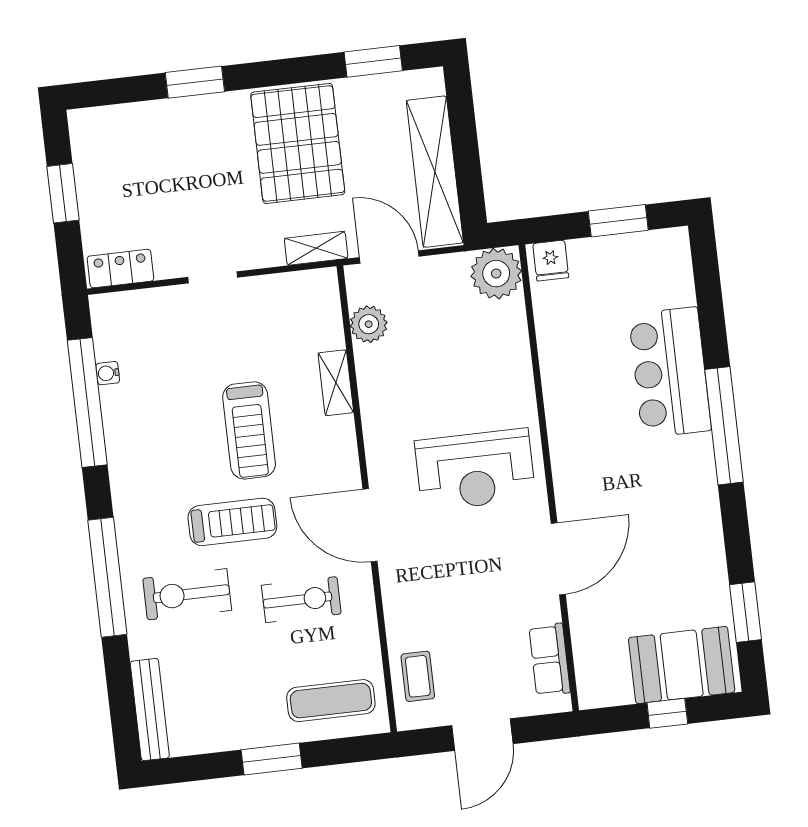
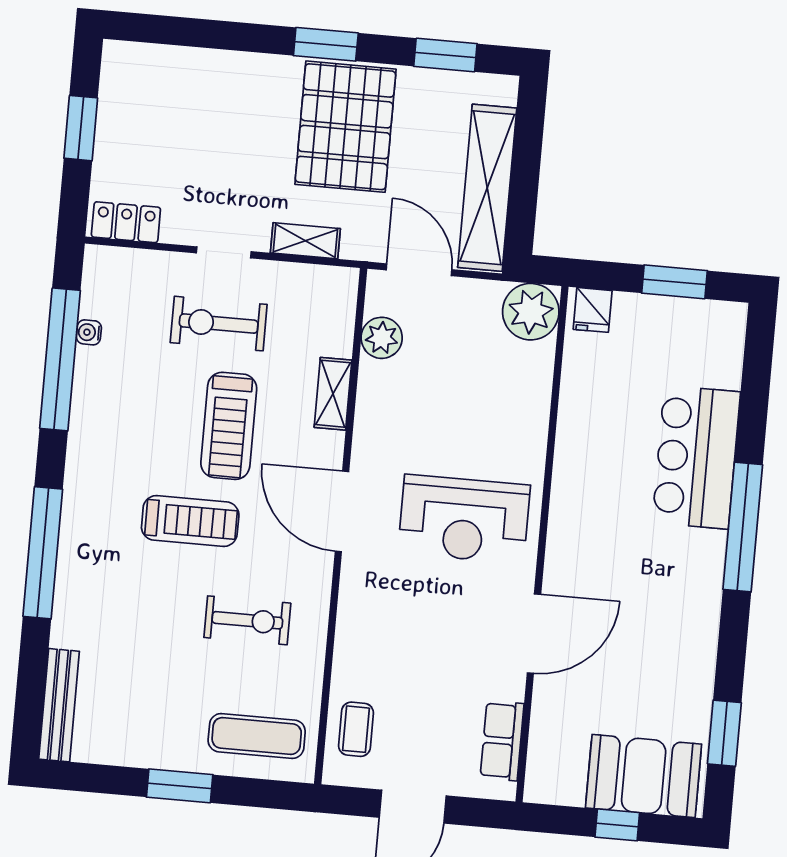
window: (195, 82) -> (326, 44), moved
shelving: (316, 248) -> (305, 241), moved
door: (370, 525) -> (342, 511), moved
exercise bike: (187, 594) -> (219, 324), moved

